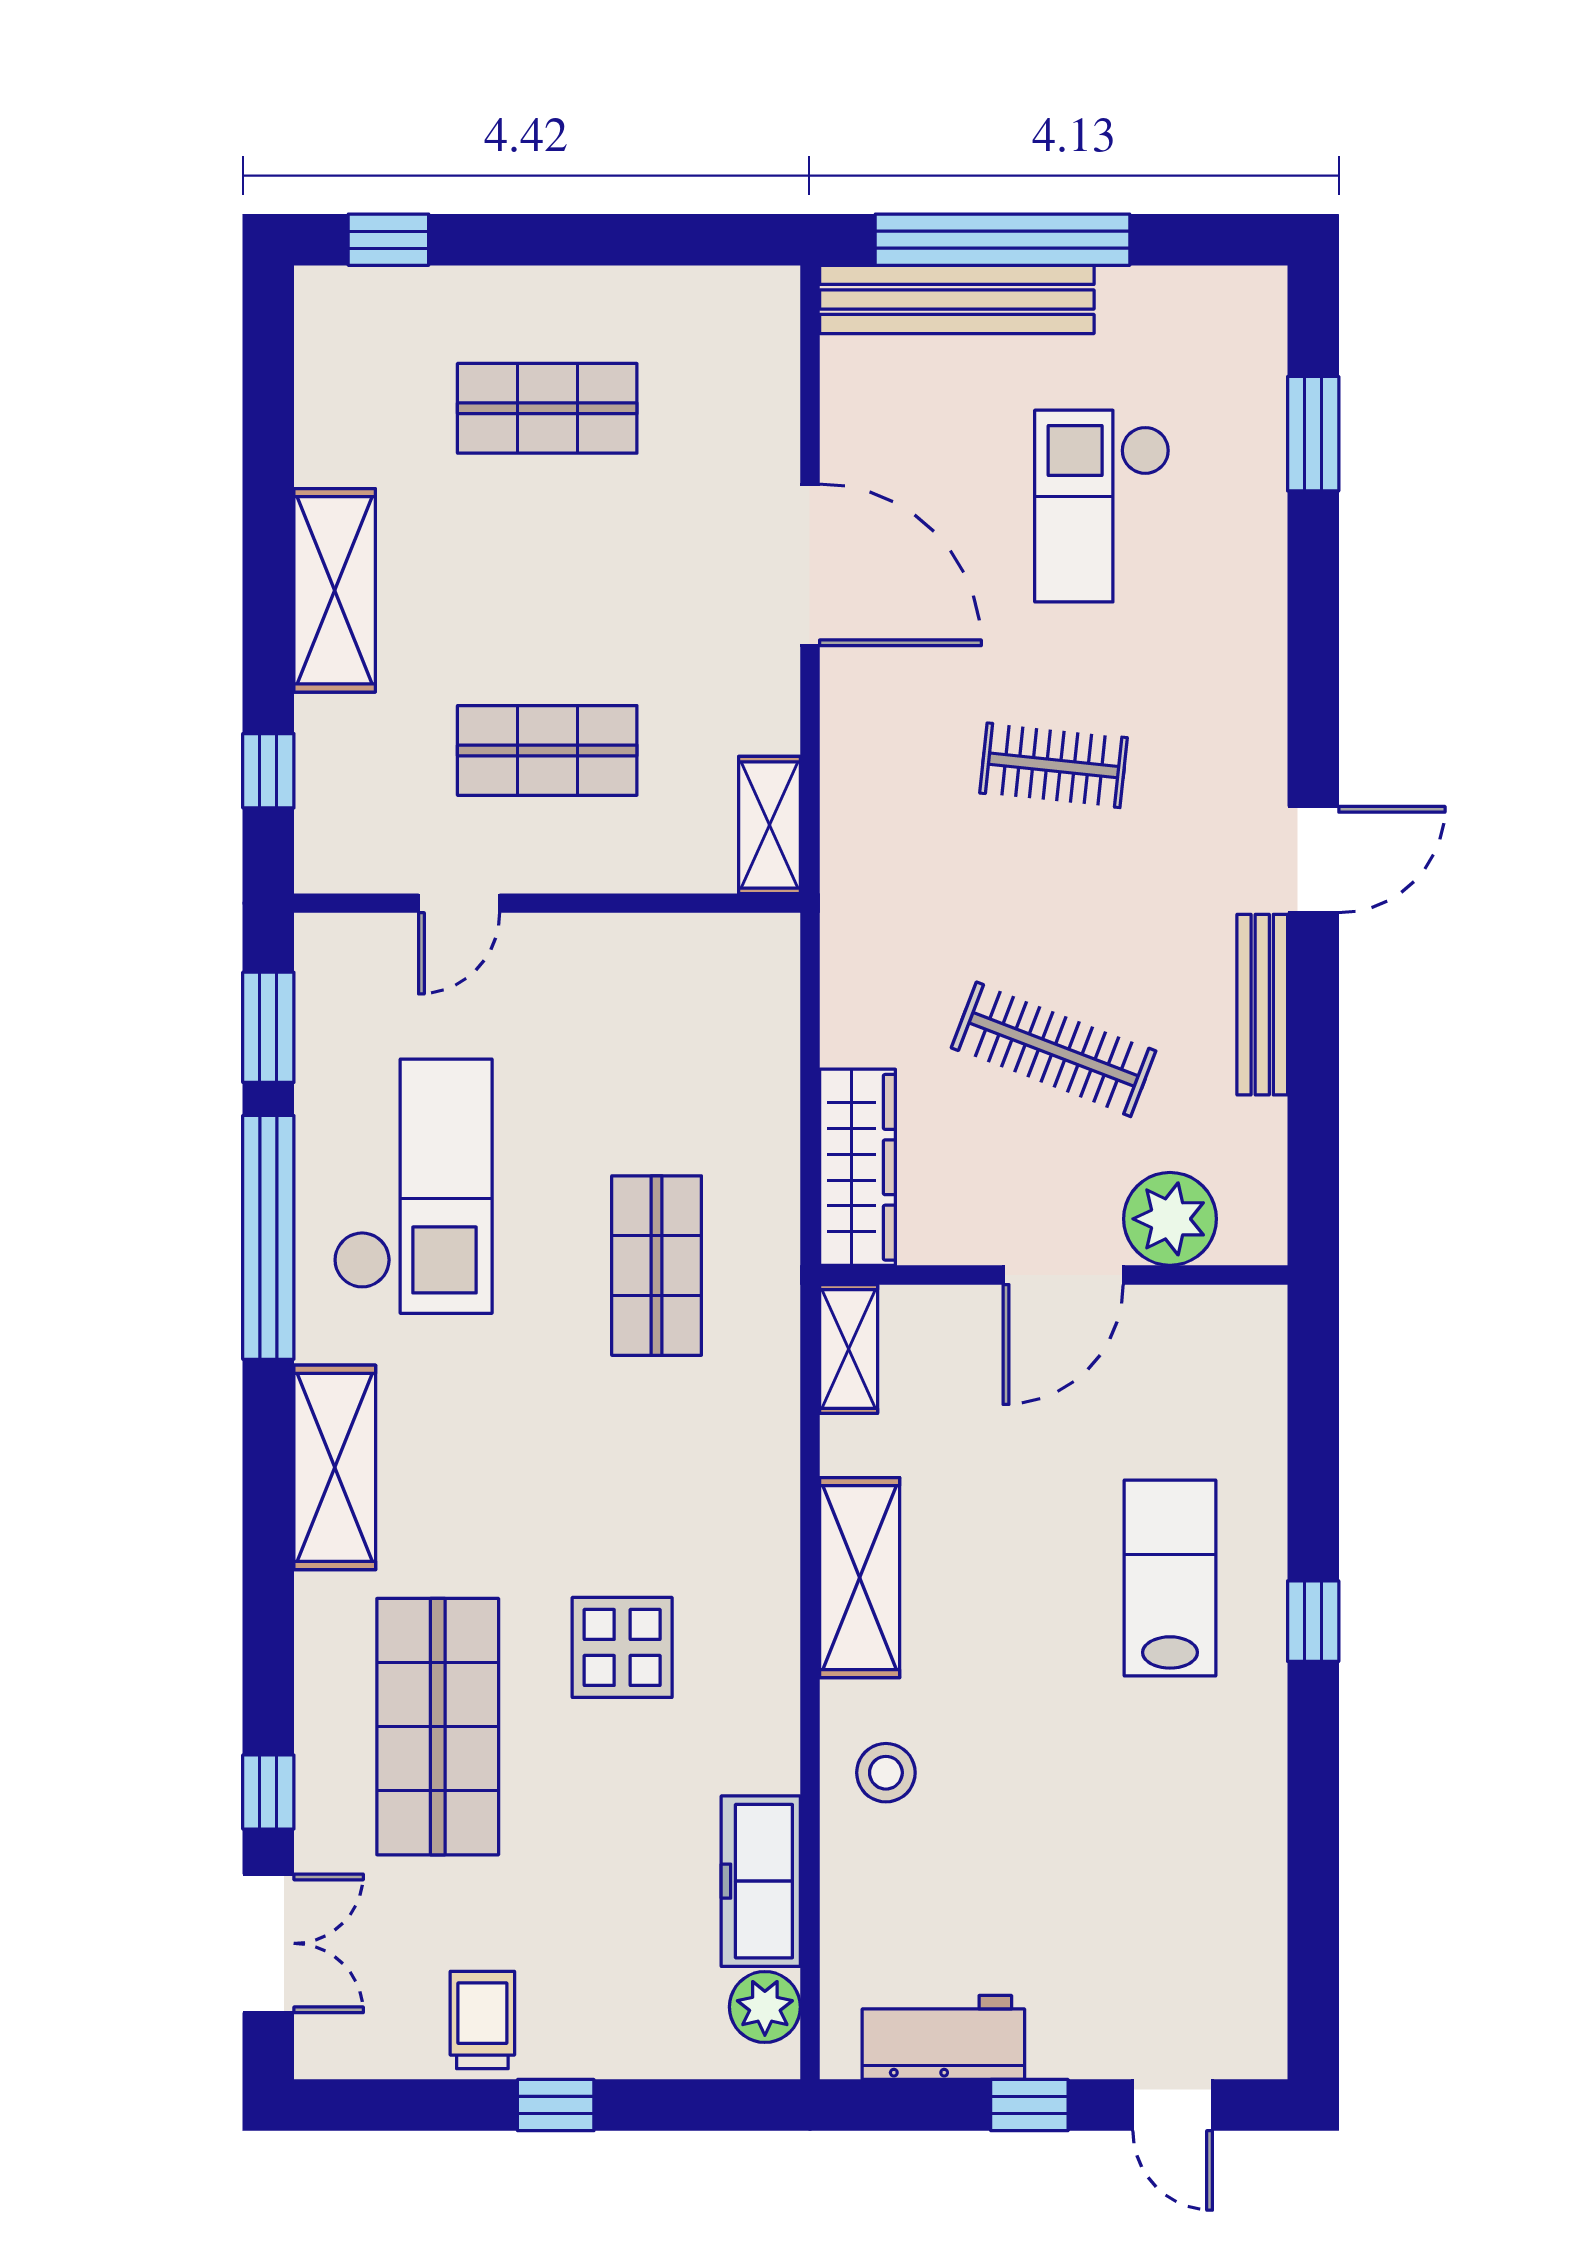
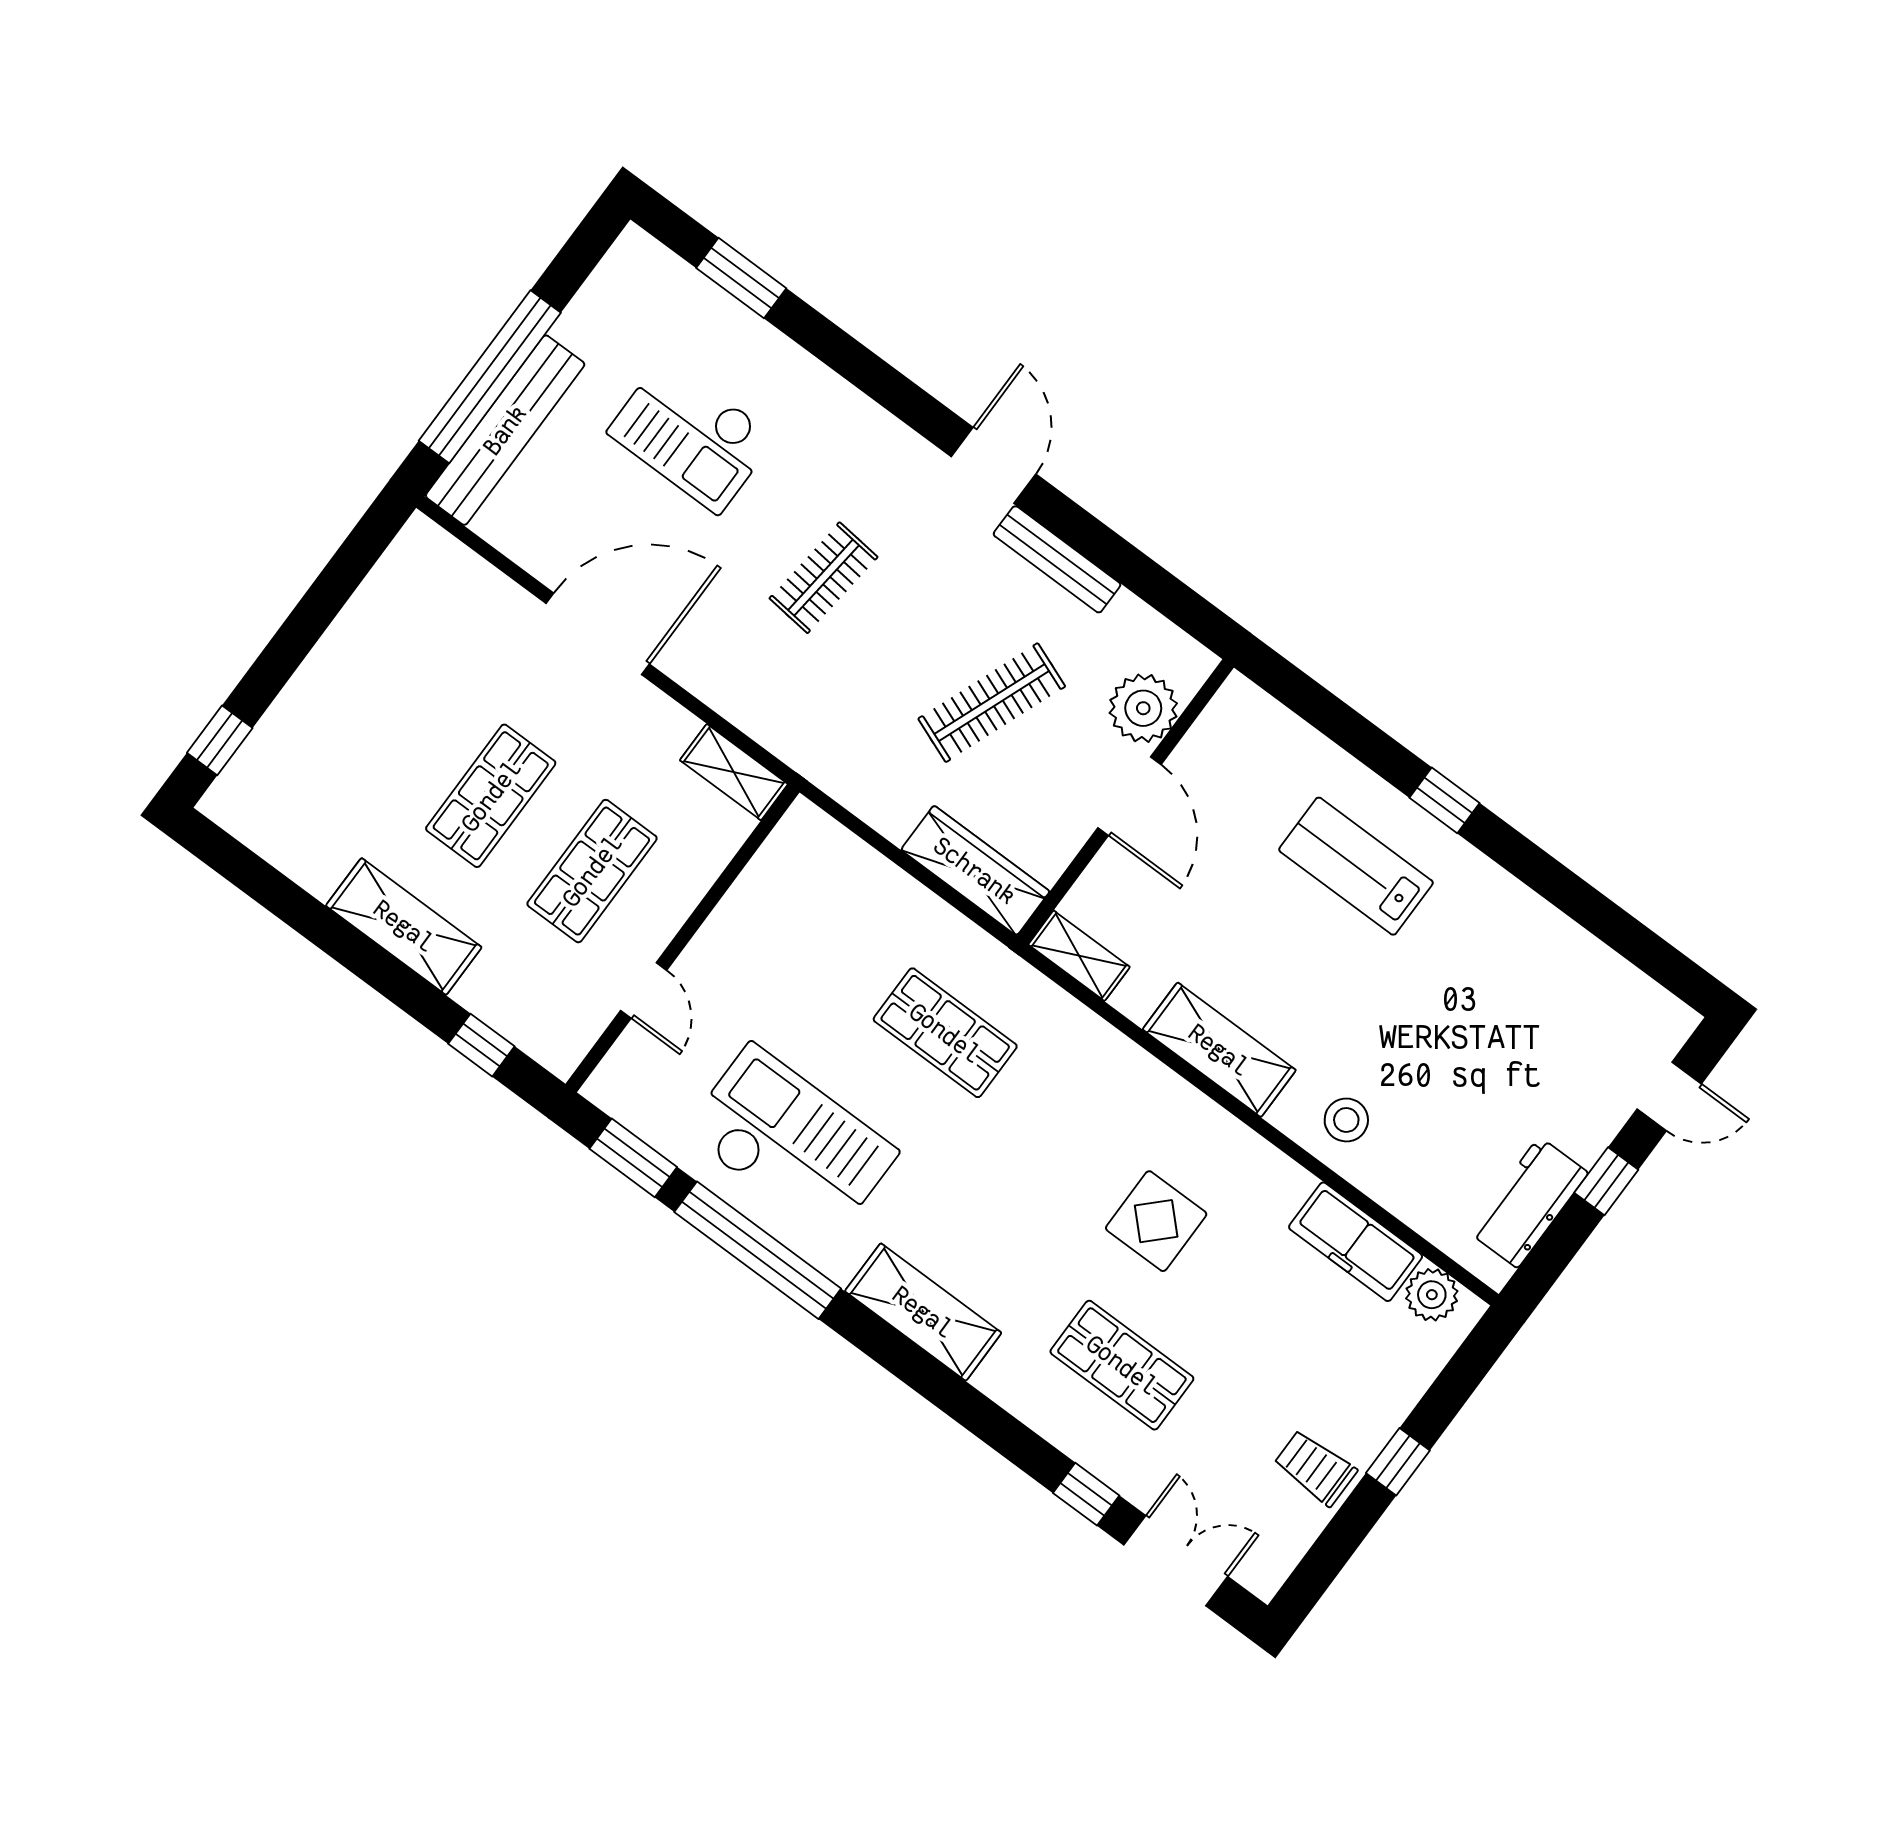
shop shelf: (547, 408) -> (491, 796), moved
shop shelf: (438, 1727) -> (1122, 1365), width x0.70, depth x0.74

